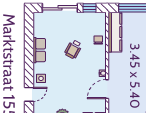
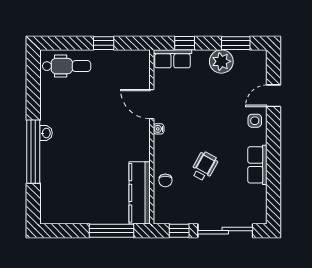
door: (107, 89) -> (152, 104), swing flipped

